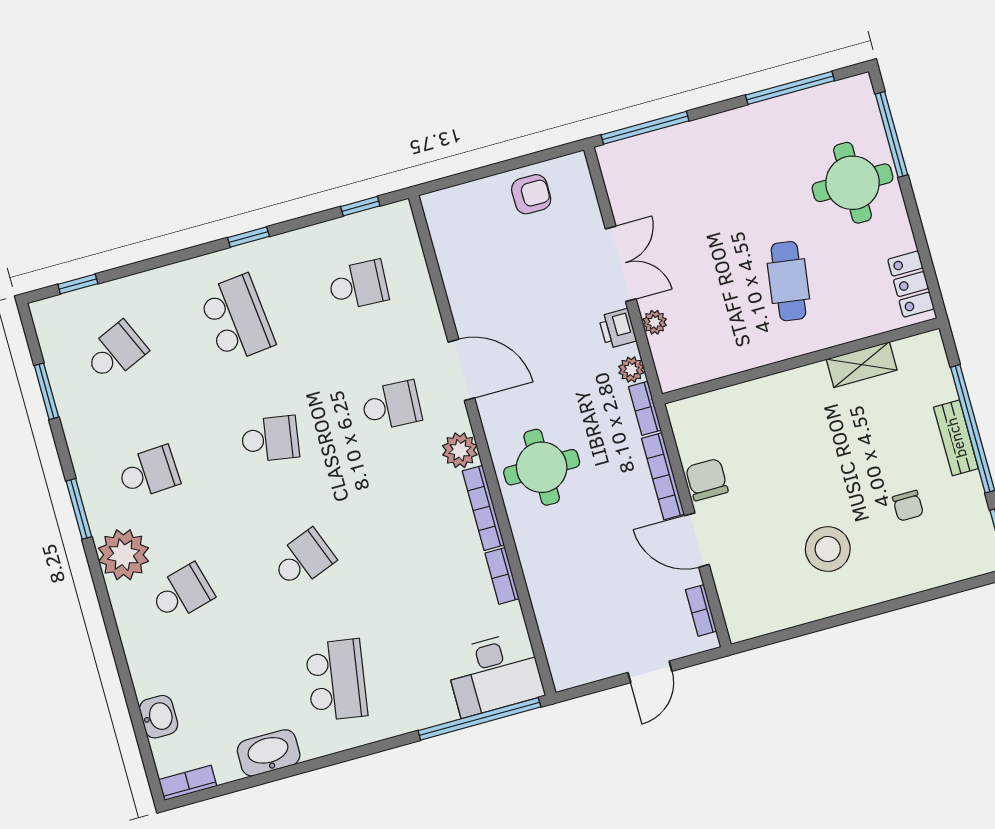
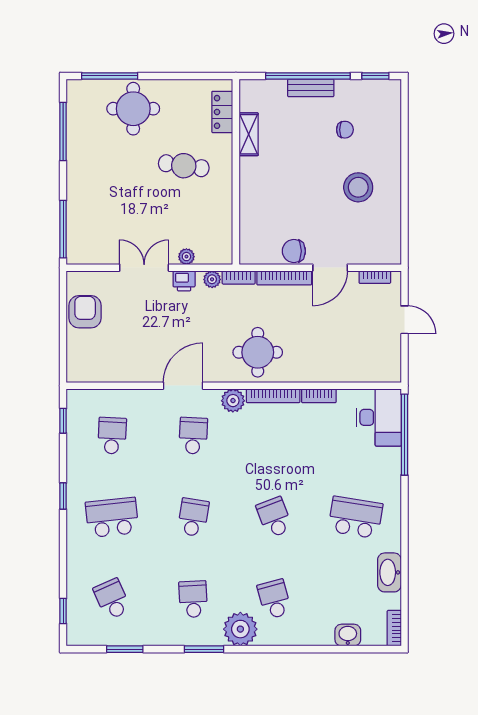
armchair: (531, 194) -> (85, 312), width x1.38, depth x1.38
locker: (911, 284) -> (222, 112), moved, turned 90

